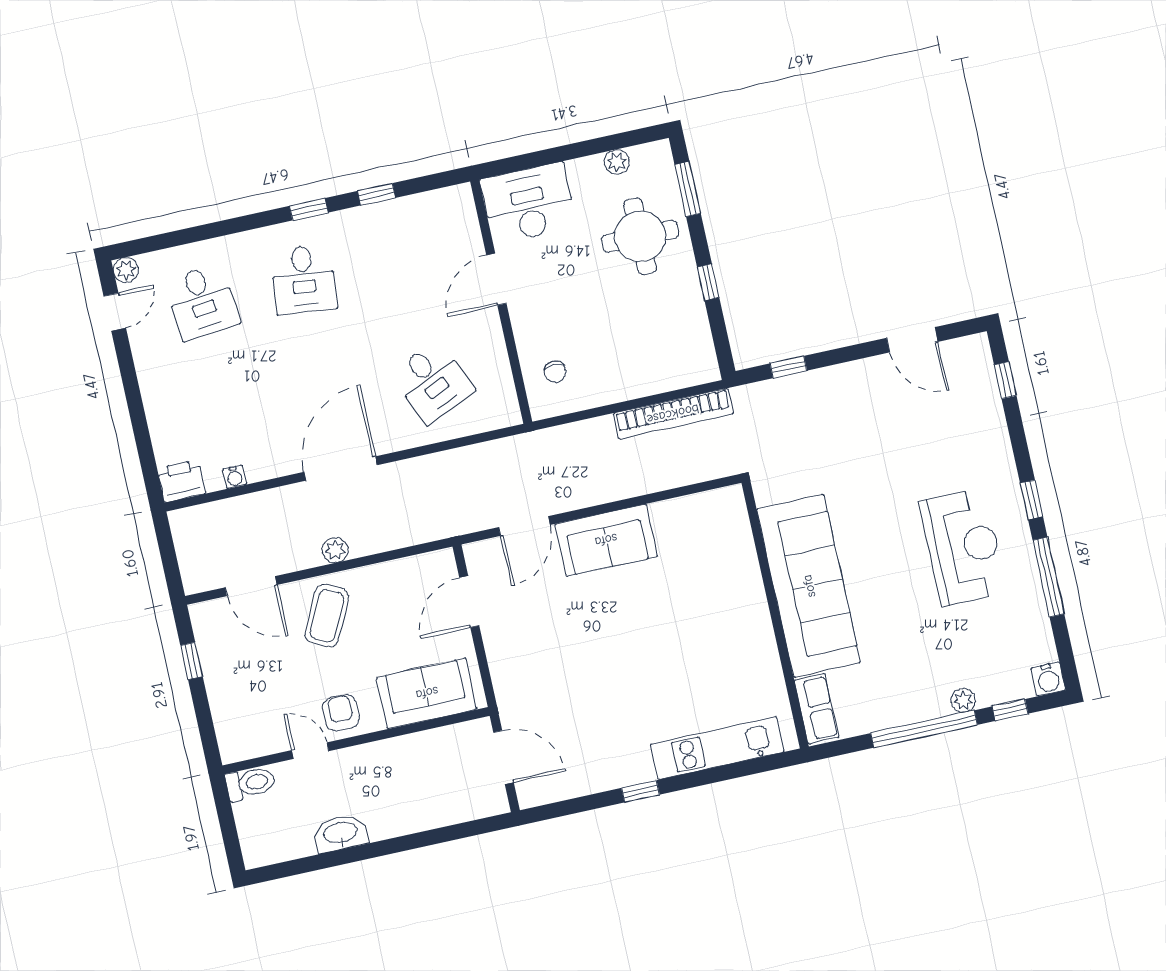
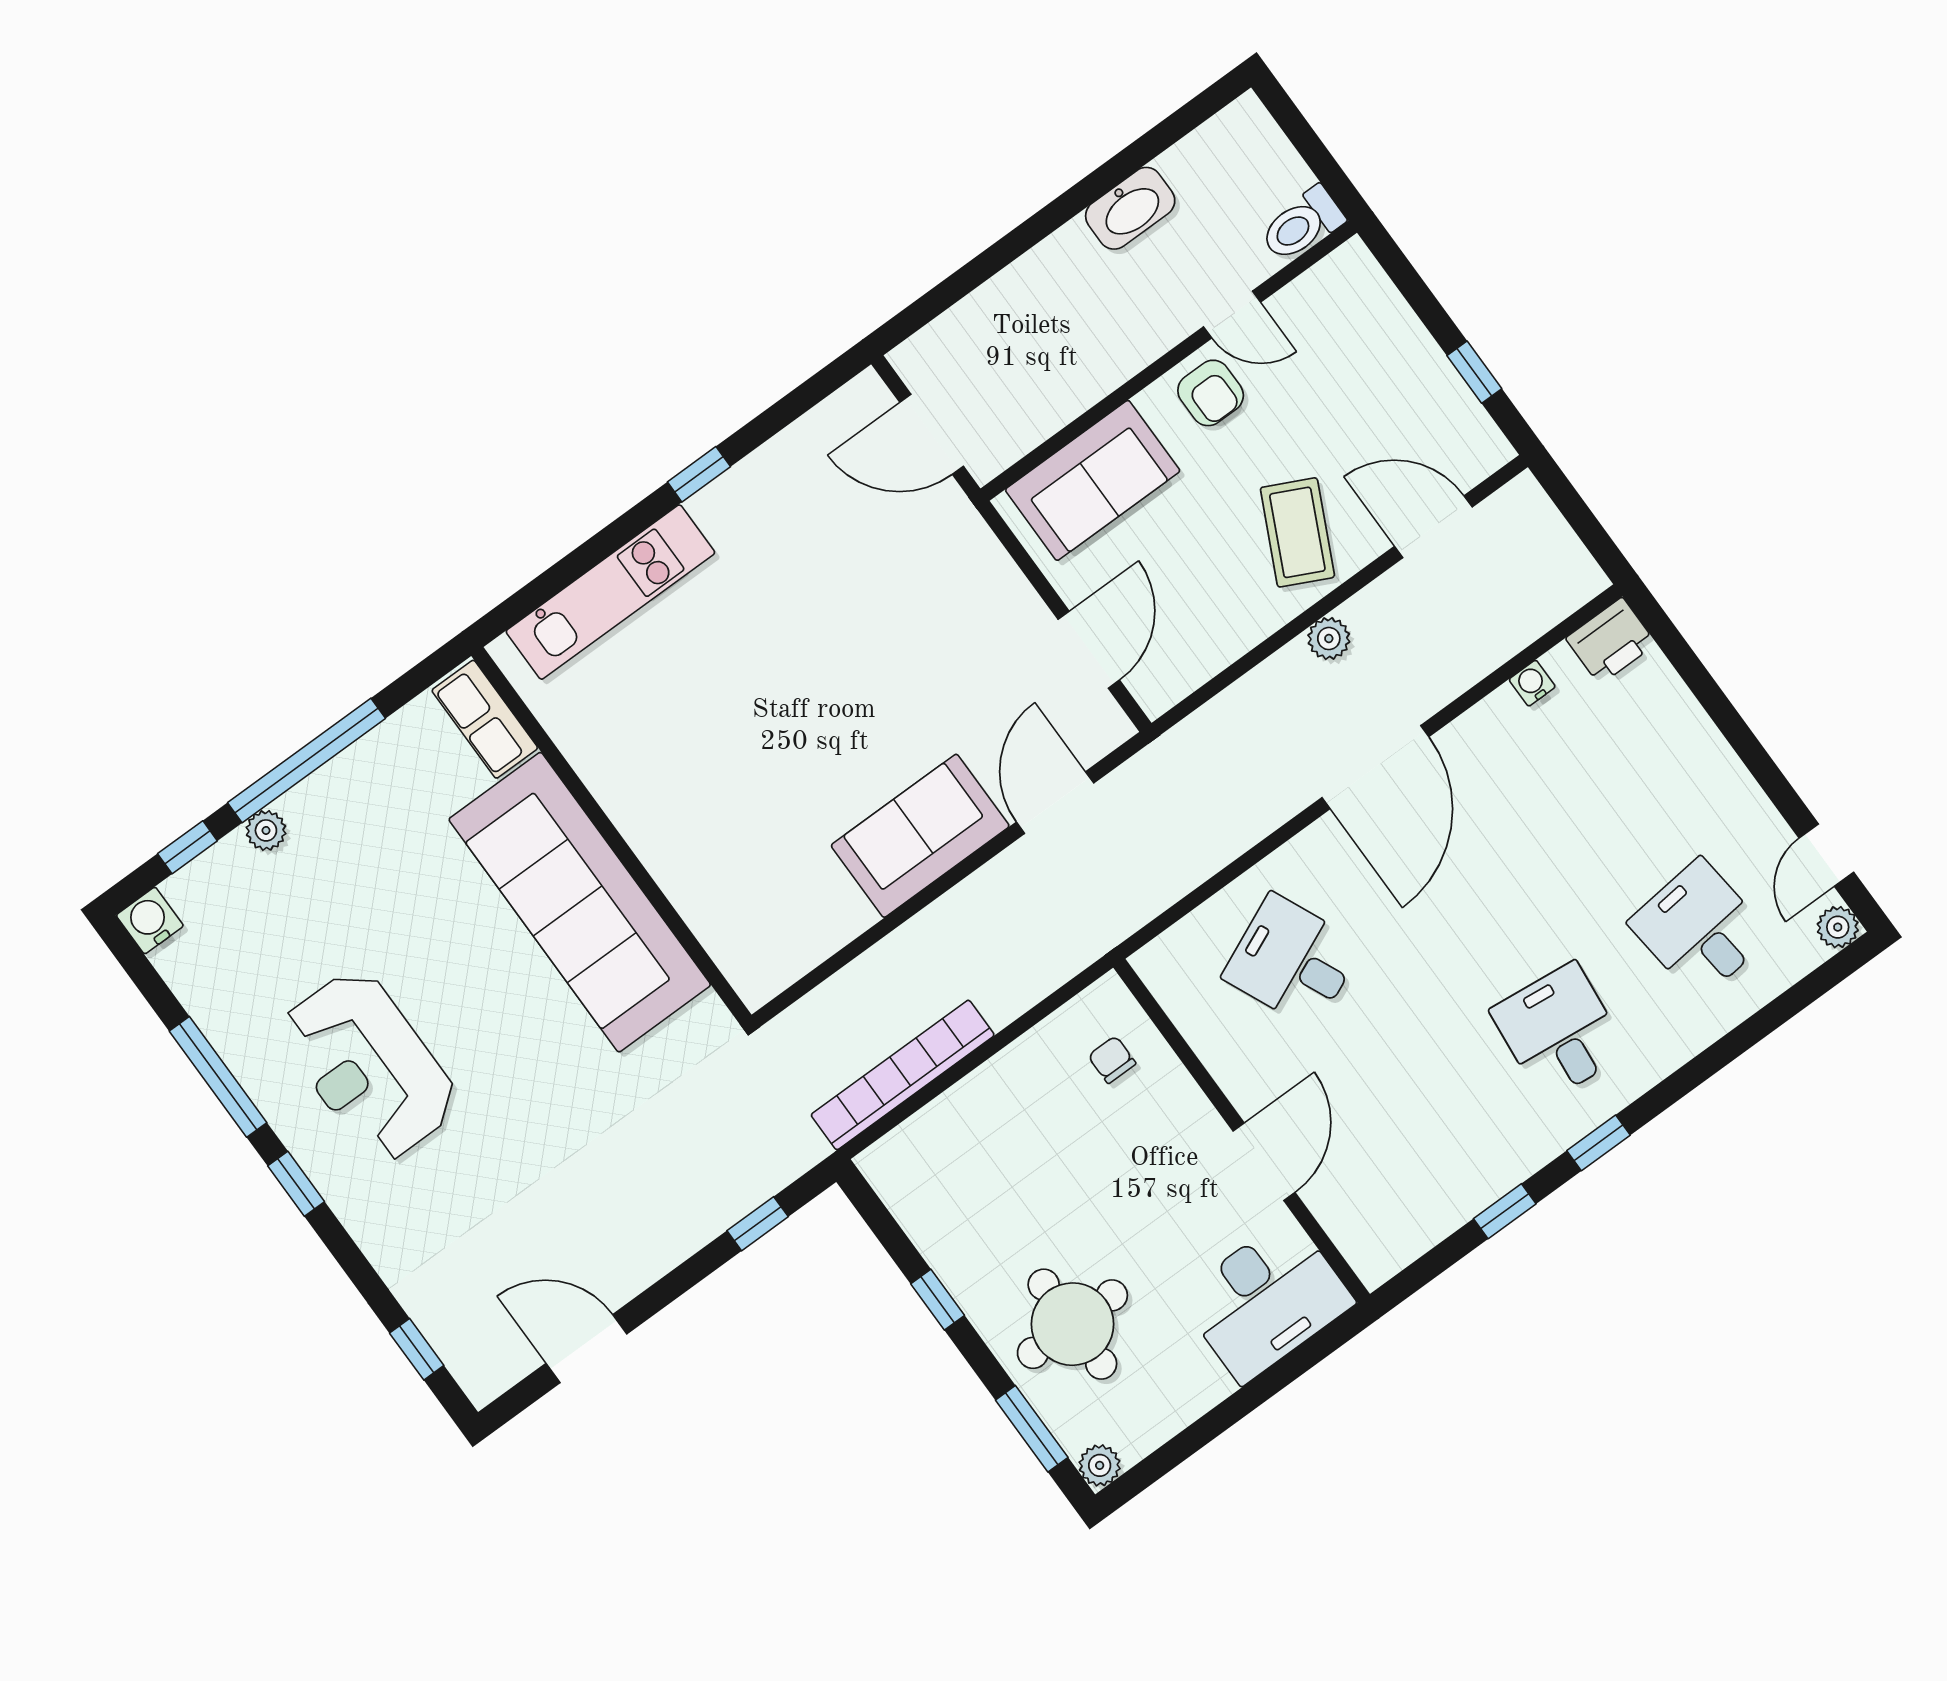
plant: (617, 162) -> (1100, 1465), moved

